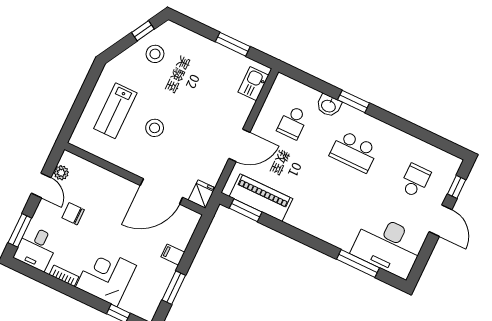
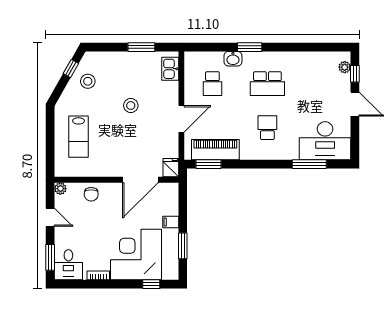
stool: (155, 128) -> (131, 105), moved
plant: (61, 173) -> (60, 189), moved
plant: (449, 174) -> (345, 67), added
school desk: (415, 181) -> (267, 128), moved
chair: (73, 214) -> (91, 194), moved, turned -90
corner desk: (106, 276) -> (136, 254), width x1.36, depth x1.36

